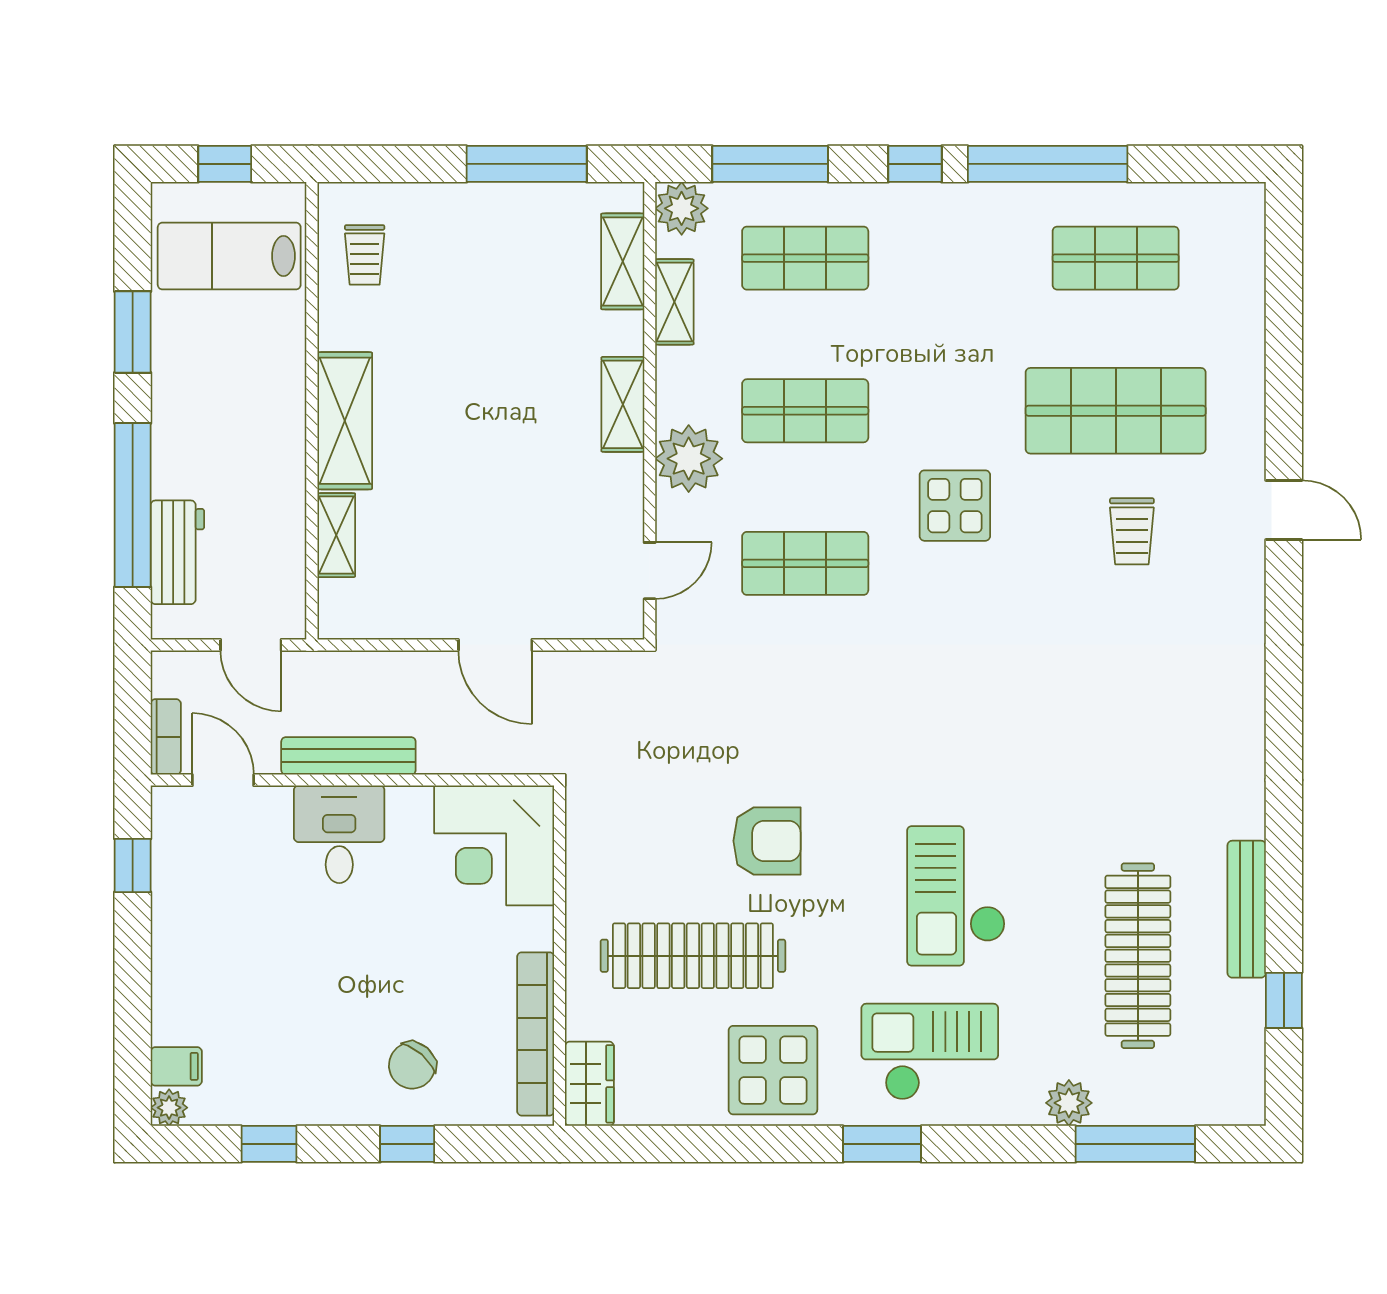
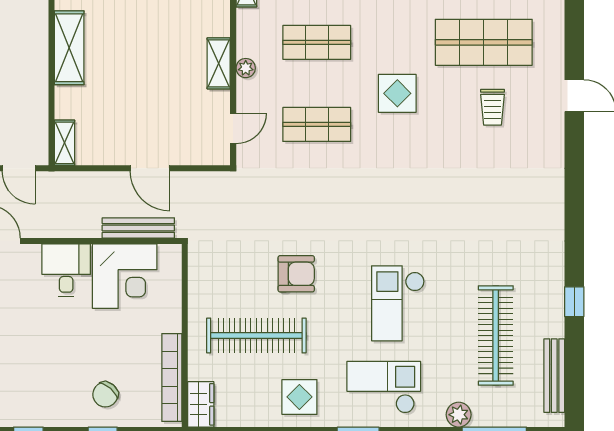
shelving: (623, 404) -> (219, 63), moved
plant: (689, 459) -> (246, 68), width x0.53, depth x0.53
shelving: (336, 535) -> (65, 143), moved
bench: (348, 756) -> (138, 228), moved
corner desk: (494, 845) -> (125, 276), moved, turned -90
bench: (1247, 909) -> (554, 376), moved
window: (1284, 1000) -> (574, 302), moved
display table: (773, 1070) -> (299, 397), width x0.73, depth x0.73

